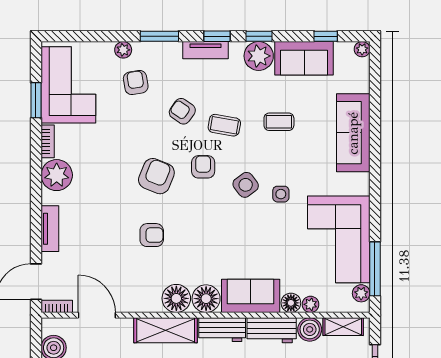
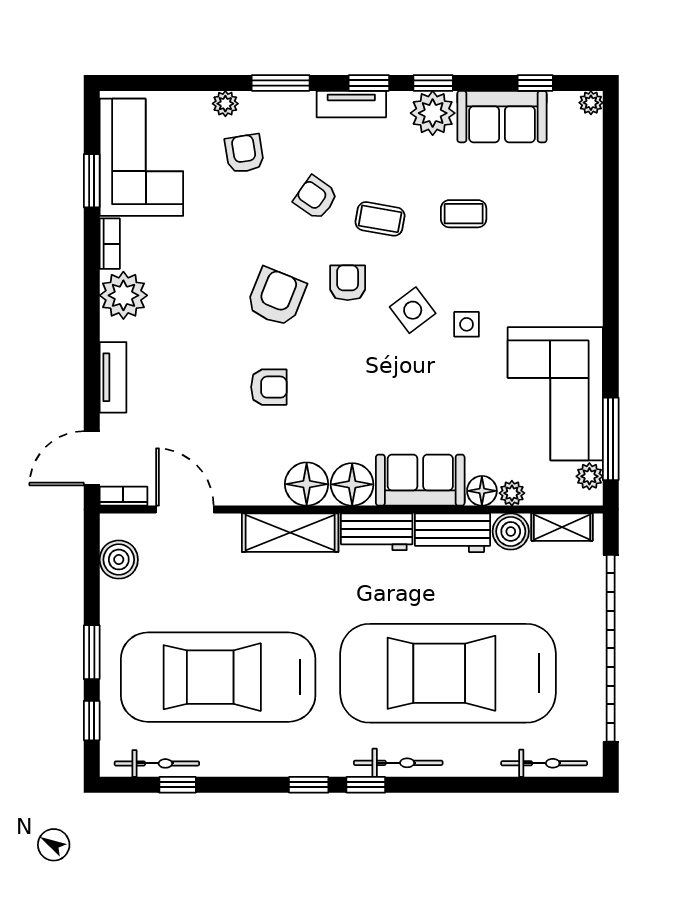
sofa: (353, 133) -> (577, 230), removed

